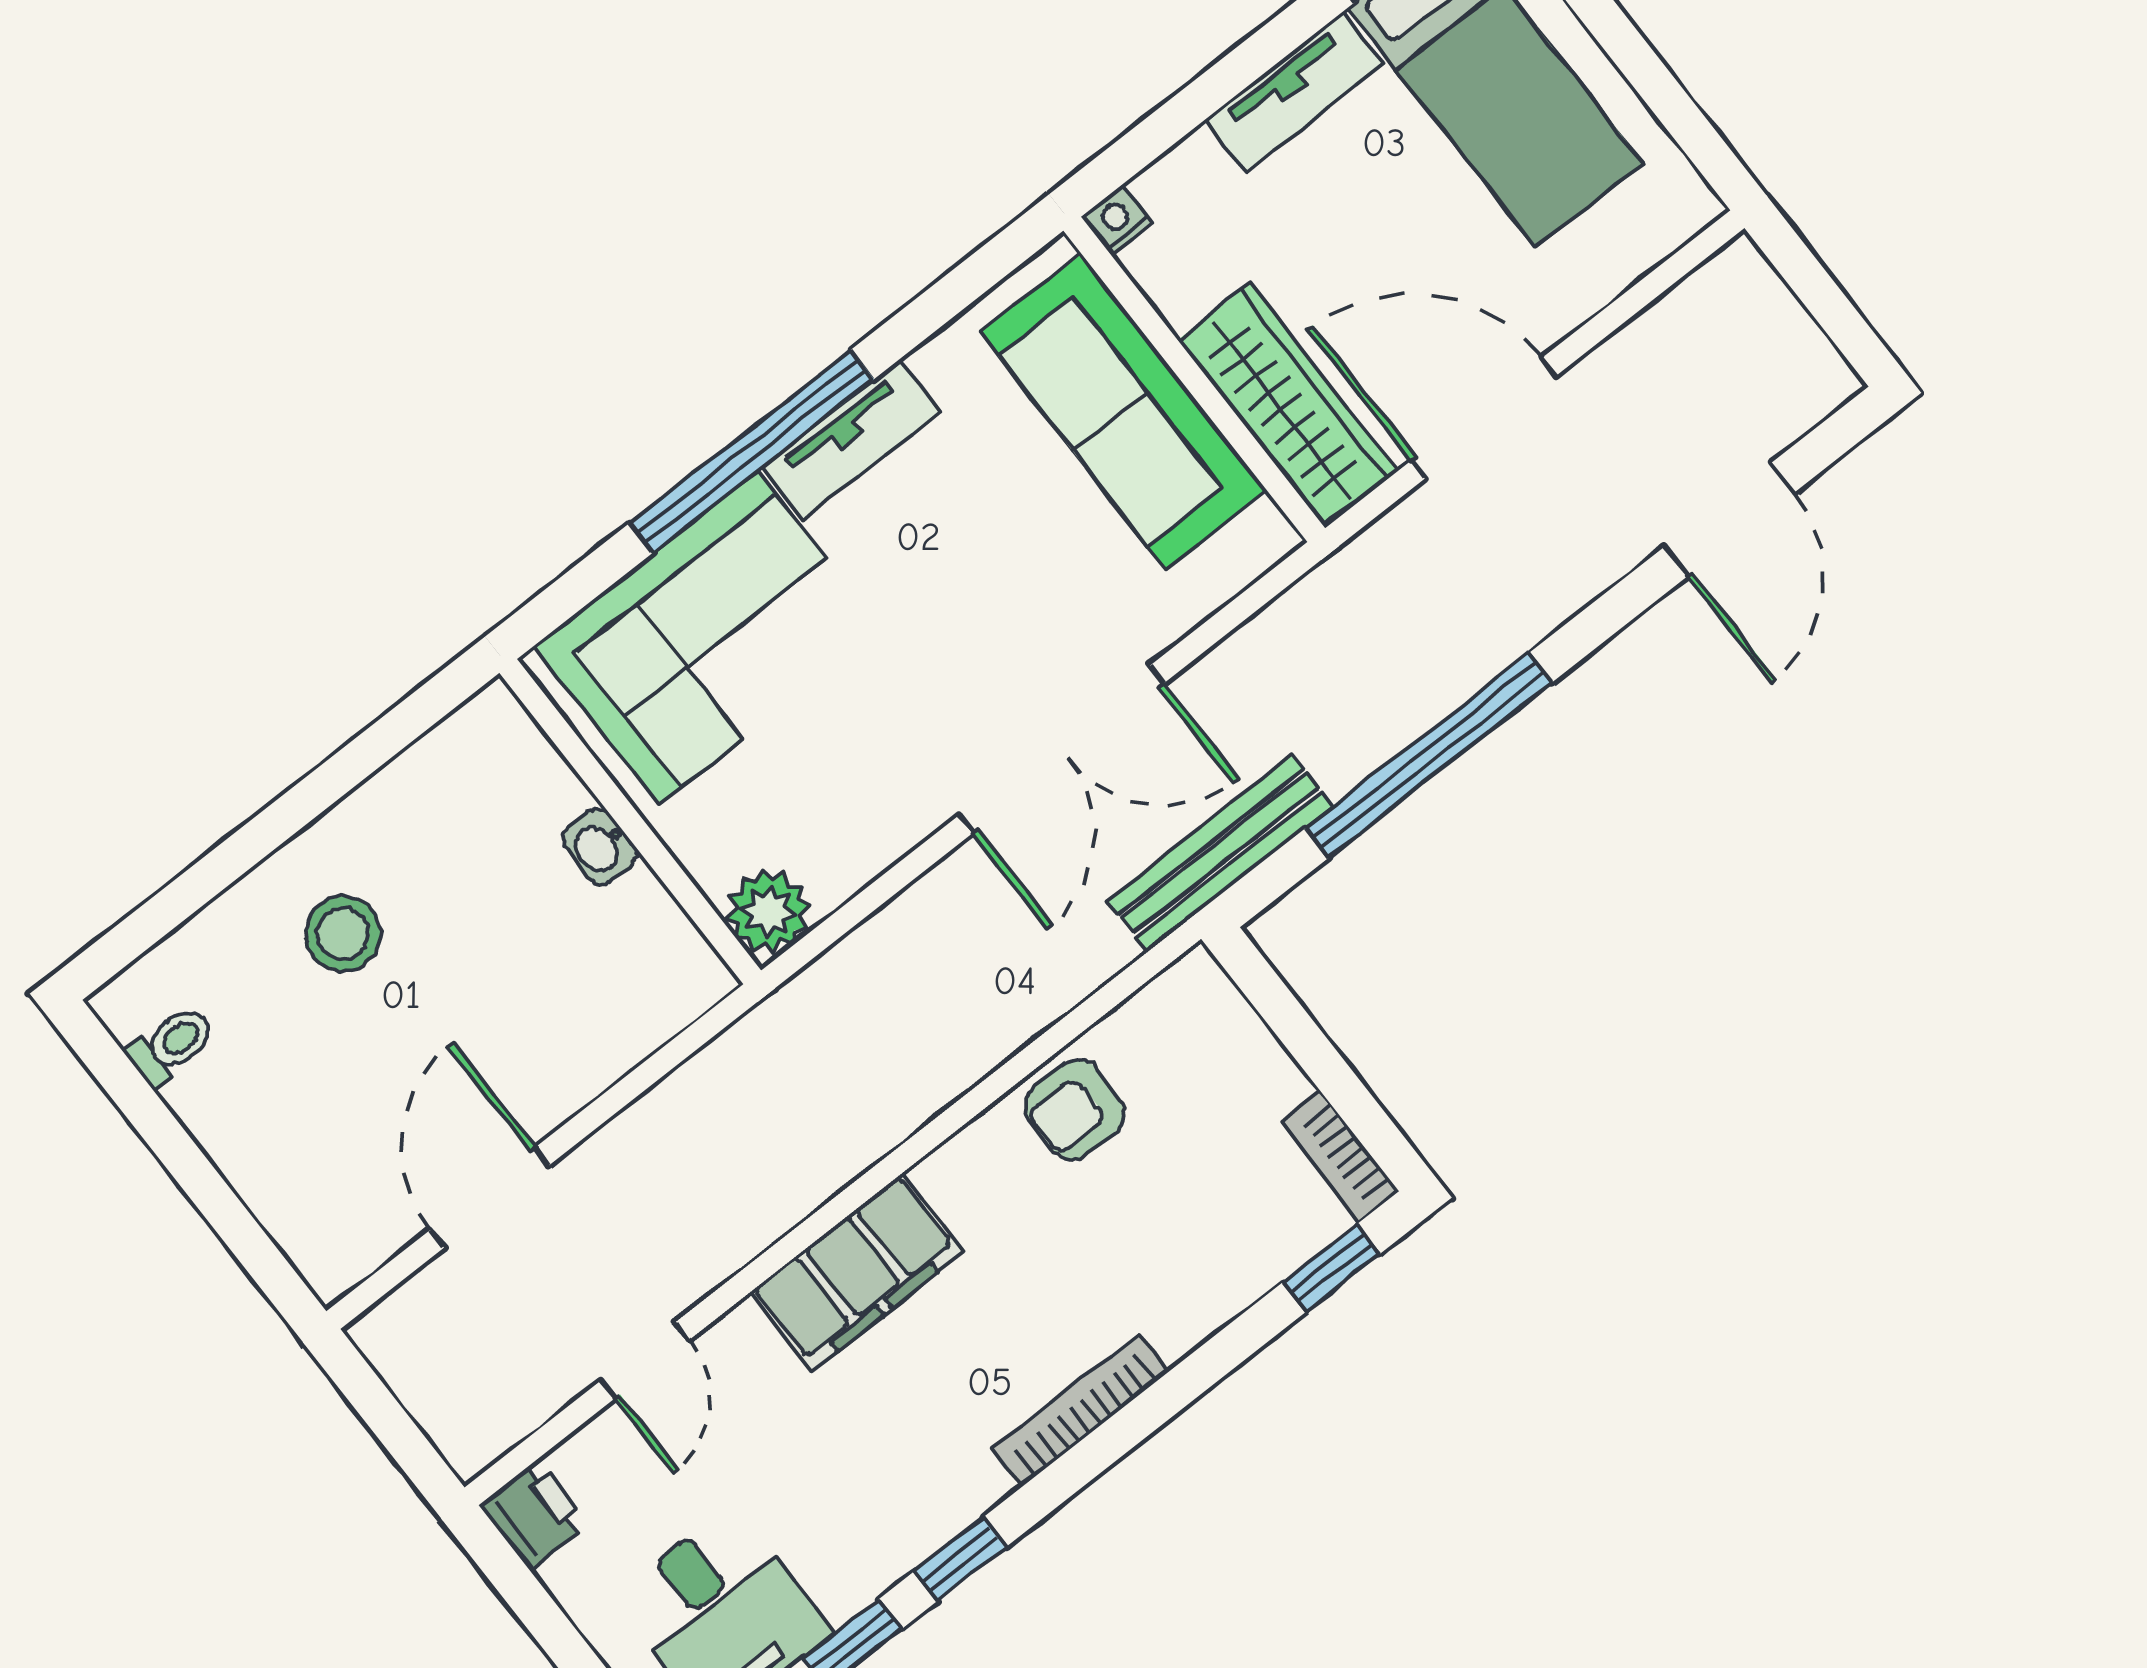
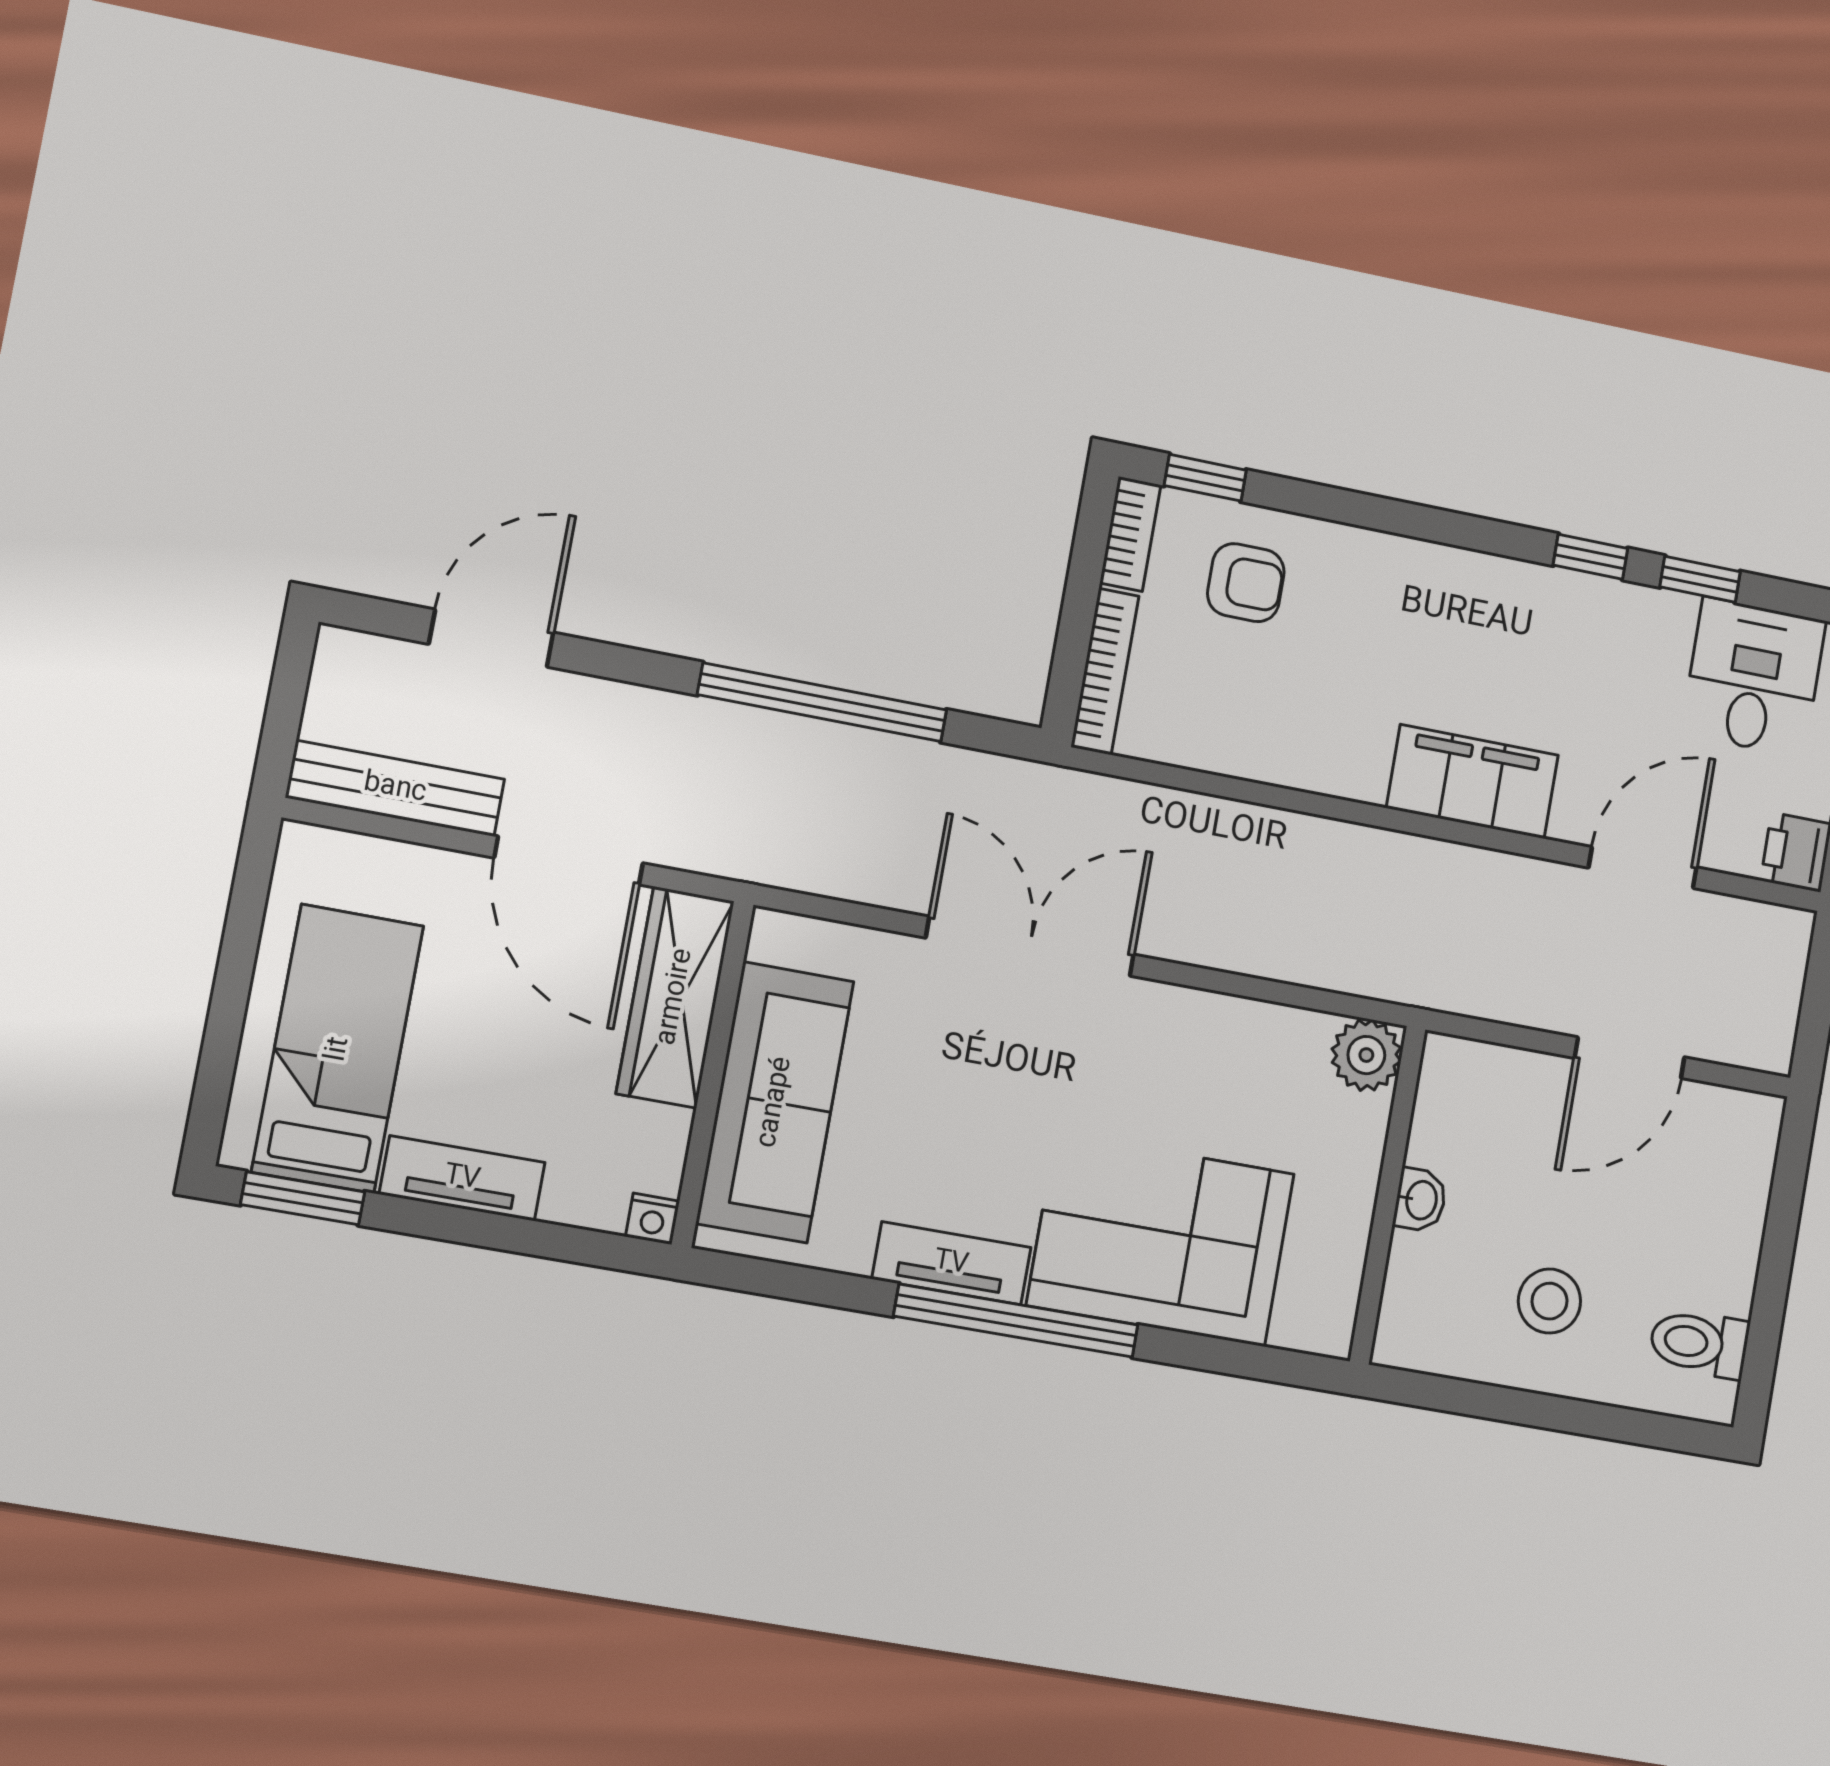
wall: (630, 822) -> (1388, 1195), moved
washbasin: (600, 847) -> (1420, 1200), moved
bench: (1220, 853) -> (395, 788), moved
plant: (768, 912) -> (1366, 1055), moved
toilet: (171, 1045) -> (1699, 1343), width x1.37, depth x1.39
armchair: (1075, 1110) -> (1246, 583), moved
door: (645, 1360) -> (1643, 868), width x1.38
bookcase: (1081, 1410) -> (1105, 671), moved, turned -90

